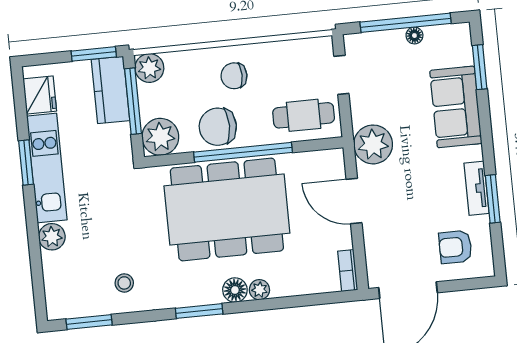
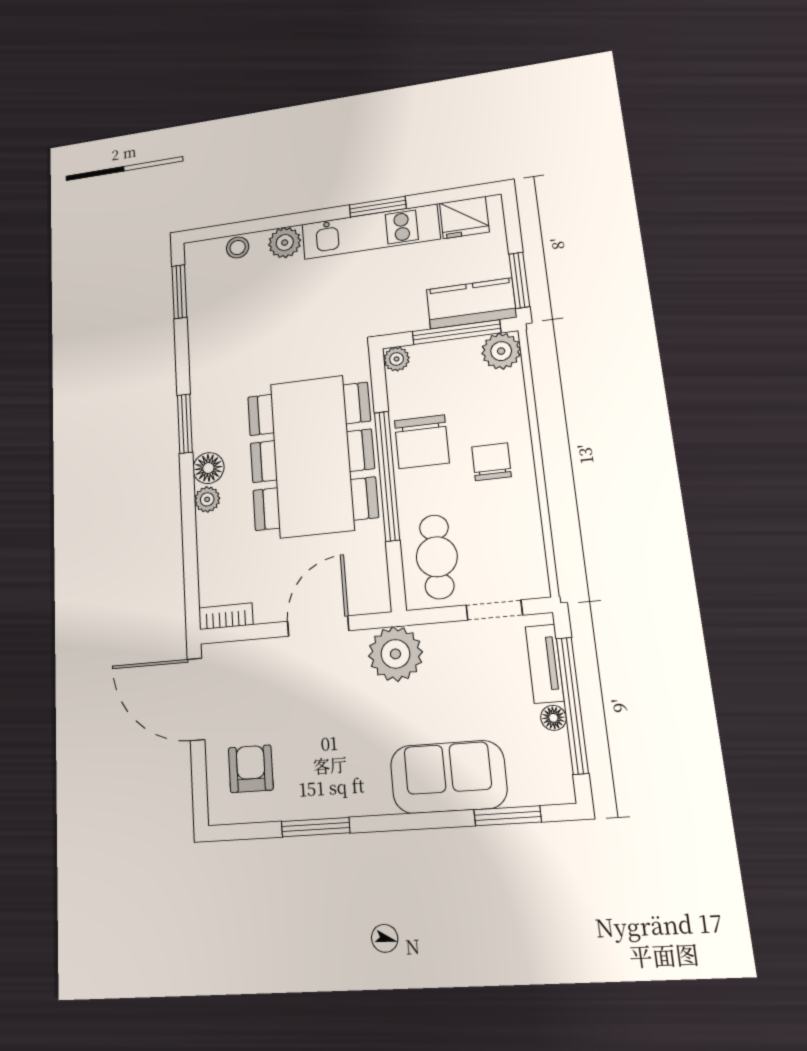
chair: (218, 127) -> (422, 442), turned 180
plant: (160, 137) -> (397, 359), width x0.53, depth x0.53
tv unit: (476, 188) -> (545, 664), moved, turned -90
stool: (124, 283) -> (238, 247), moved

